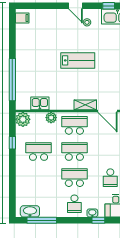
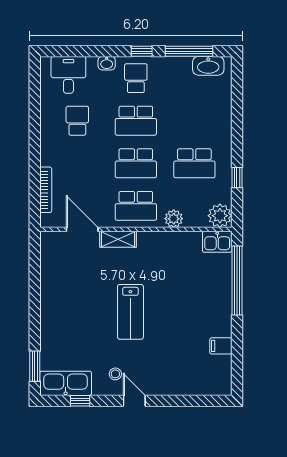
filing cabinet: (22, 18) -> (221, 346), moved
lab bench: (78, 60) -> (130, 312), turned -90
kitchen sink: (40, 103) -> (217, 242), moved
window: (98, 220) -> (142, 51), moved

